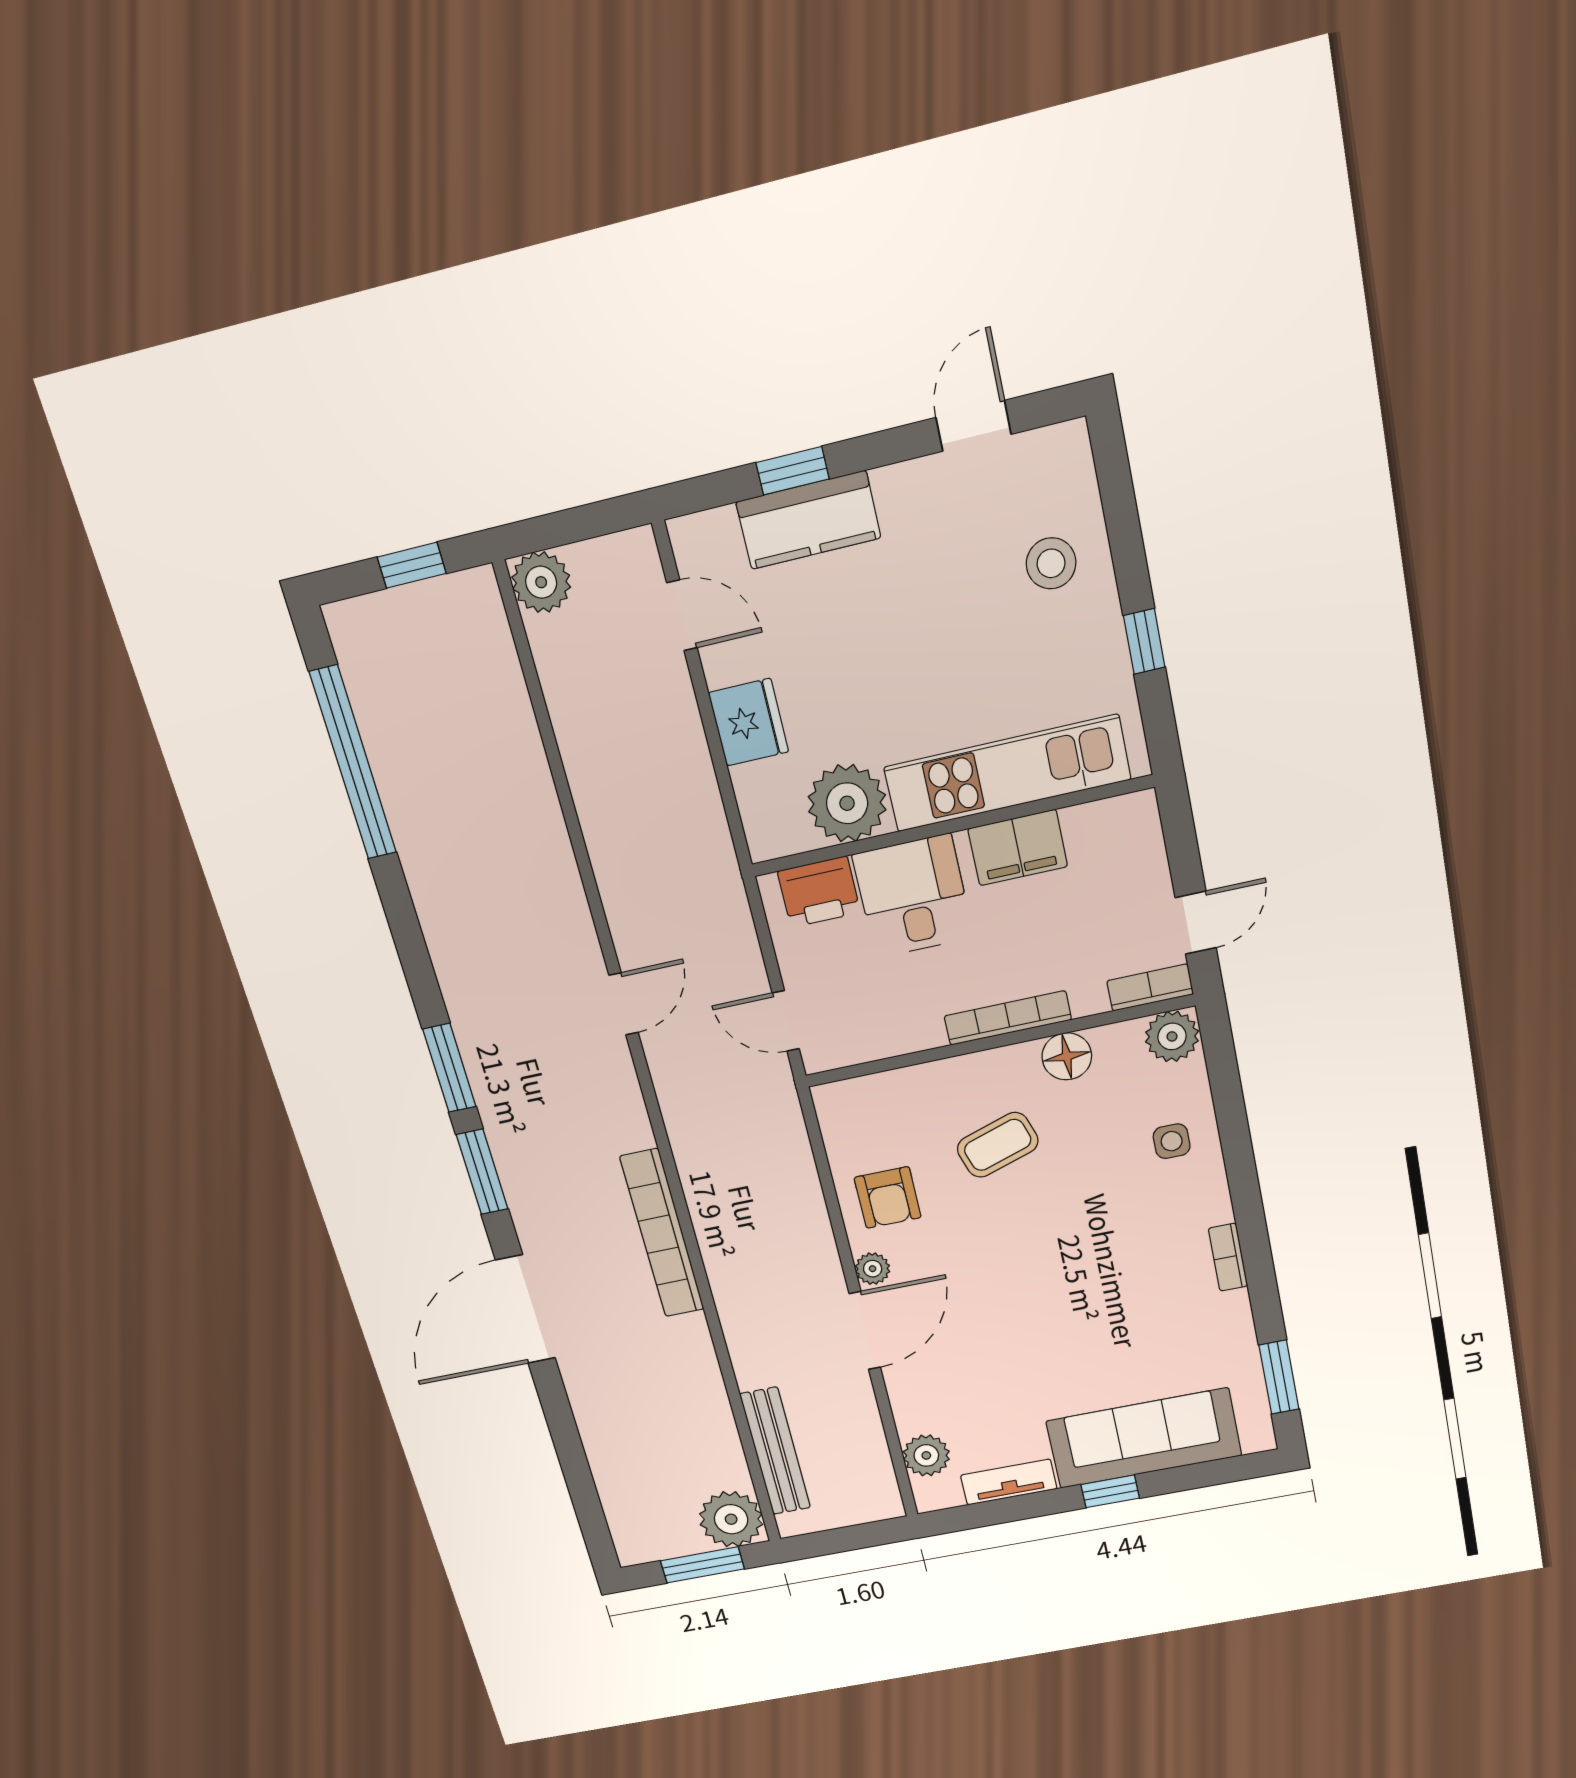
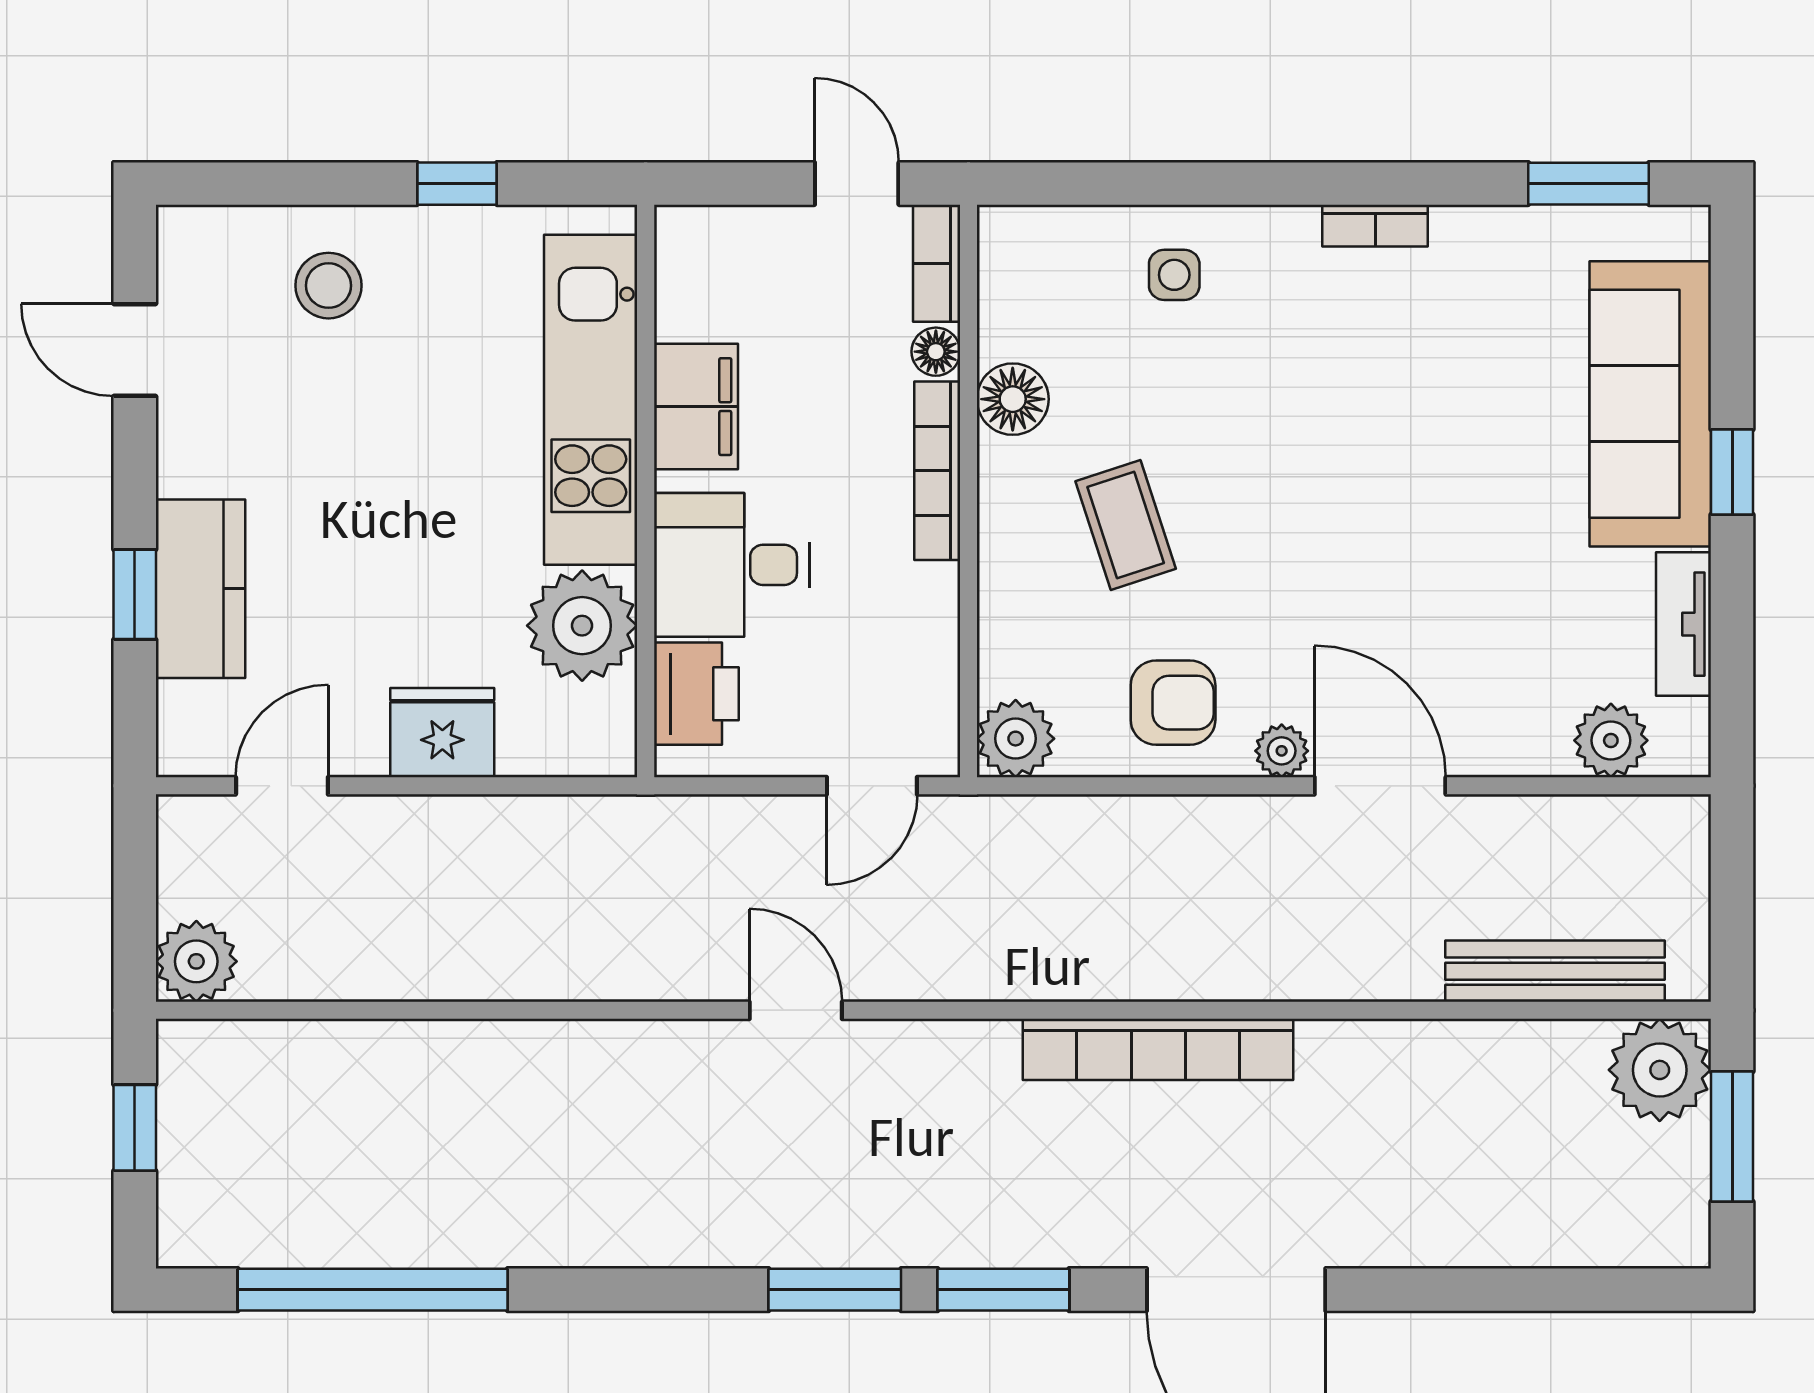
floor lamp: (1089, 1000) -> (936, 352), added
plant: (1172, 1036) -> (1016, 739), moved

